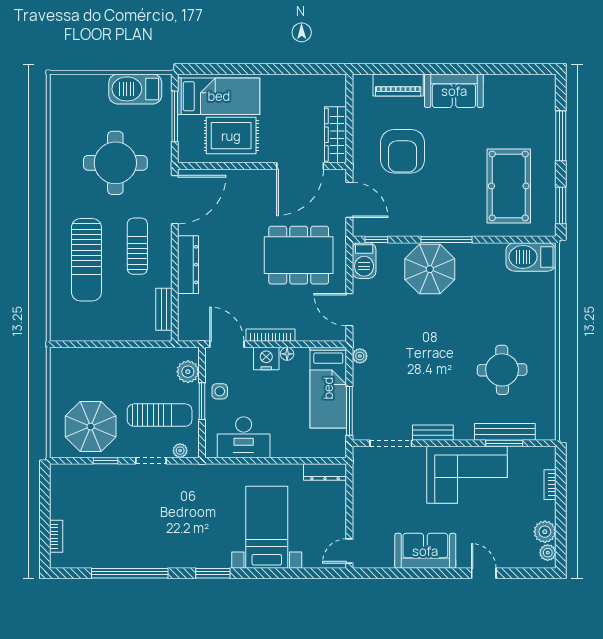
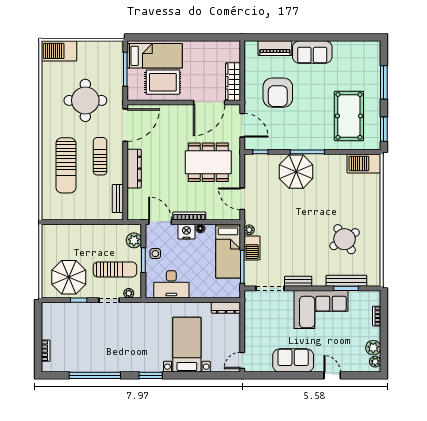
barbecue: (135, 89) -> (59, 51), moved
barbecue: (364, 261) -> (252, 248), moved
round table: (502, 370) -> (345, 239), turned -31

